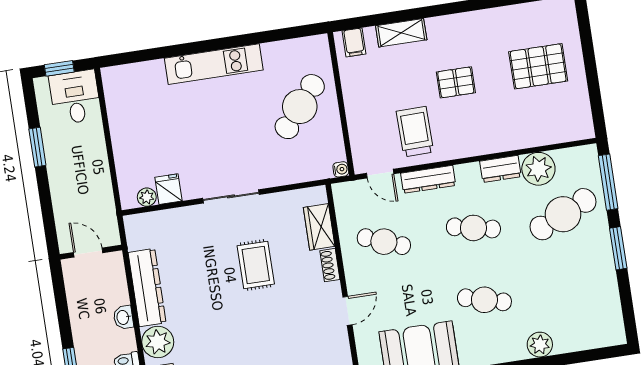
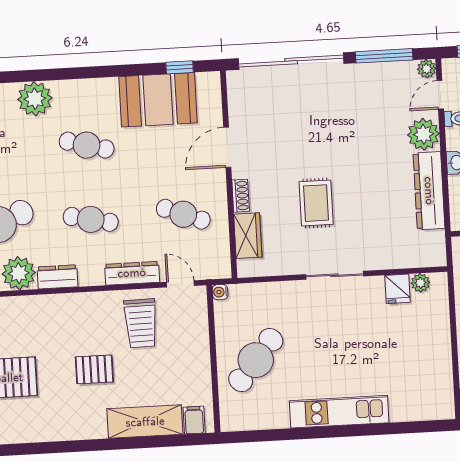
shelving: (401, 33) -> (145, 422), width x1.50, depth x1.33
door: (347, 311) -> (227, 147), width x1.38
plant: (540, 345) -> (35, 99), width x1.36, depth x1.36

